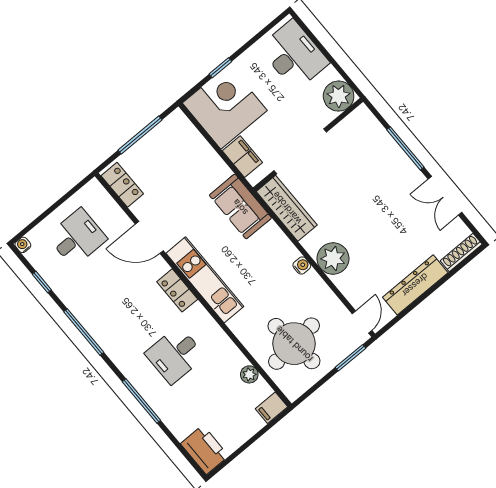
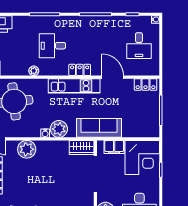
sofa: (240, 207) -> (99, 128), width x1.36
wardrobe: (287, 208) -> (82, 147), width x0.67
door: (149, 237) -> (113, 77), hinge flipped
plant: (280, 252) -> (59, 129), added
plant: (333, 259) -> (27, 149), moved
desk: (175, 355) -> (52, 46), turned -90
plant: (249, 374) -> (34, 71), moved

